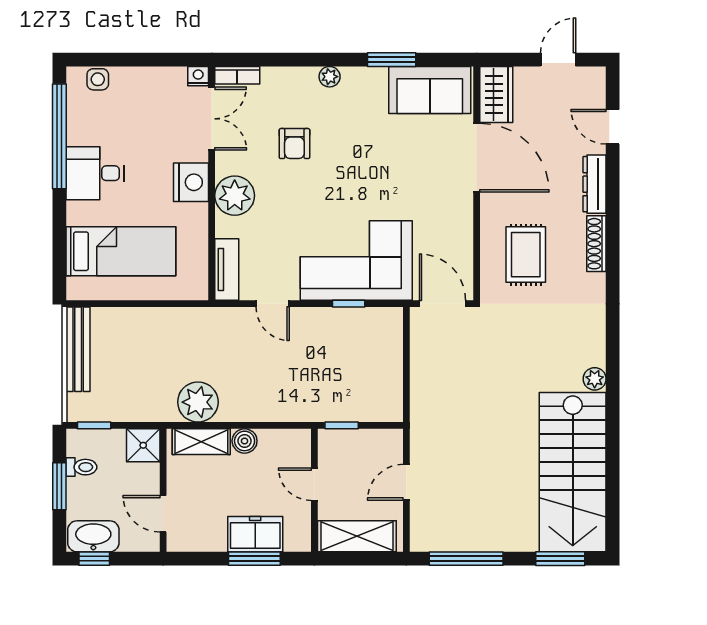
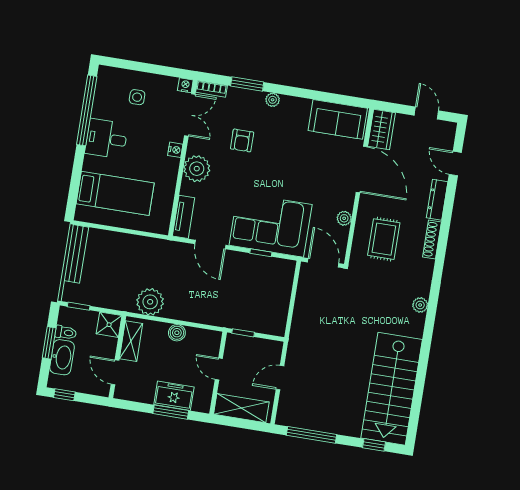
window: (392, 60) -> (247, 84), moved
door: (558, 60) -> (426, 113), hinge flipped
side table: (98, 79) -> (137, 97), moved
nightstand: (191, 182) -> (175, 150), width x0.53, depth x0.56
plant: (463, 233) -> (344, 218), added
door: (273, 304) -> (210, 245), width x1.38
plant: (595, 379) -> (420, 305), moved
shelving: (201, 442) -> (131, 341), moved, turned 90
washbasin: (93, 536) -> (62, 357), moved, turned 90
window: (560, 559) -> (374, 445), width x0.67

